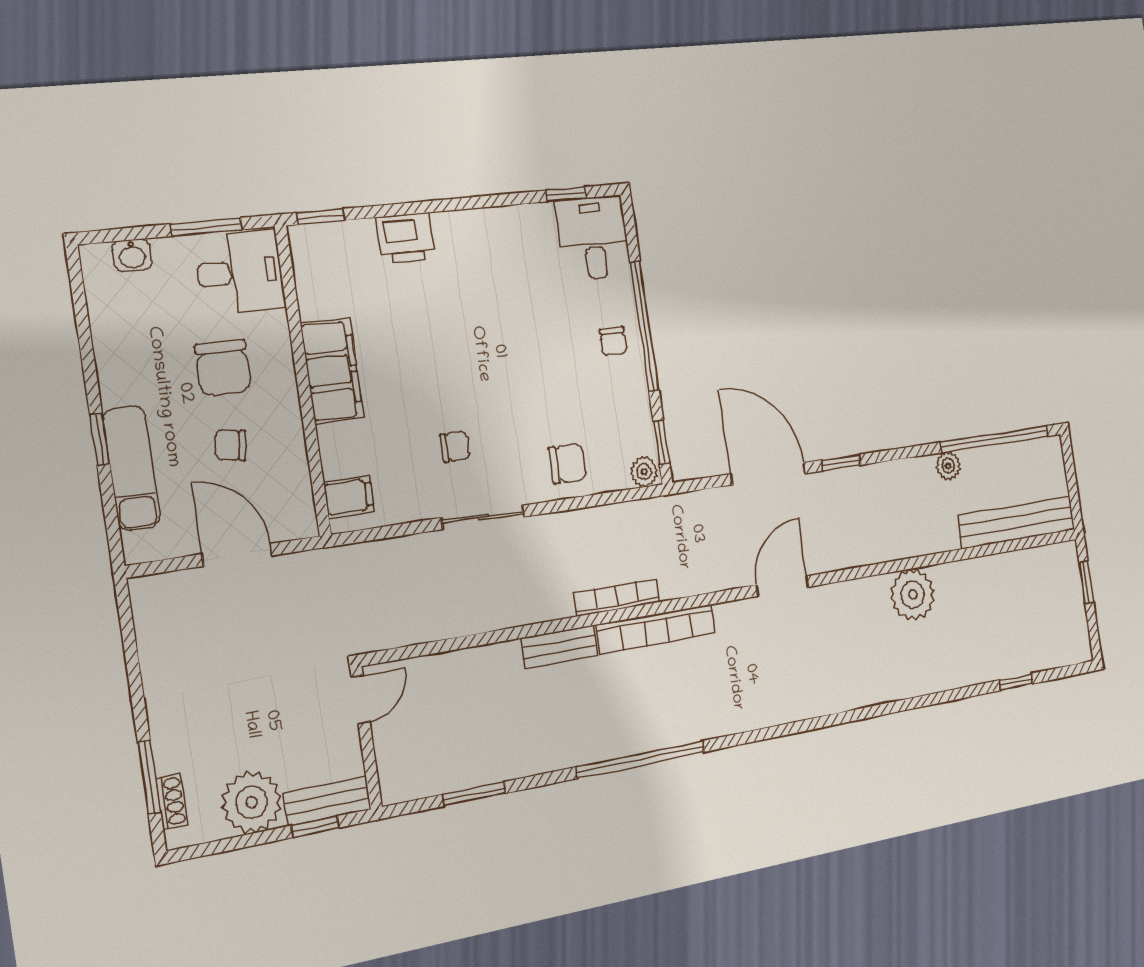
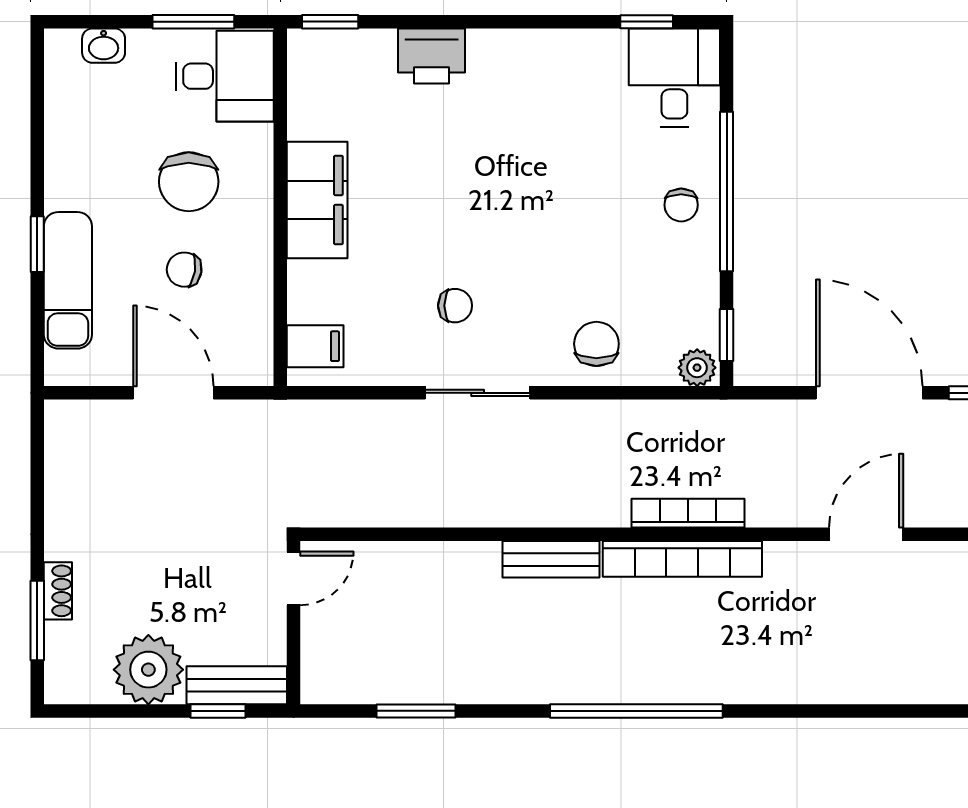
chair: (567, 463) -> (596, 344), turned -90
bookcase: (617, 598) -> (688, 513), moved
shoe rack: (171, 802) -> (58, 591), moved

